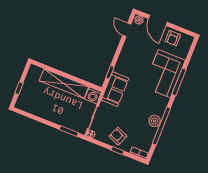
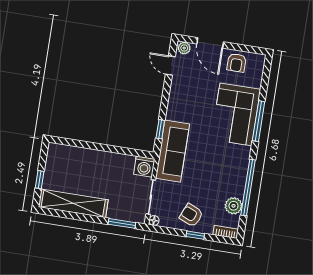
shelving: (64, 84) -> (73, 203), moved
sofa: (115, 89) -> (173, 151), width x1.36
plant: (155, 121) -> (233, 206), moved

